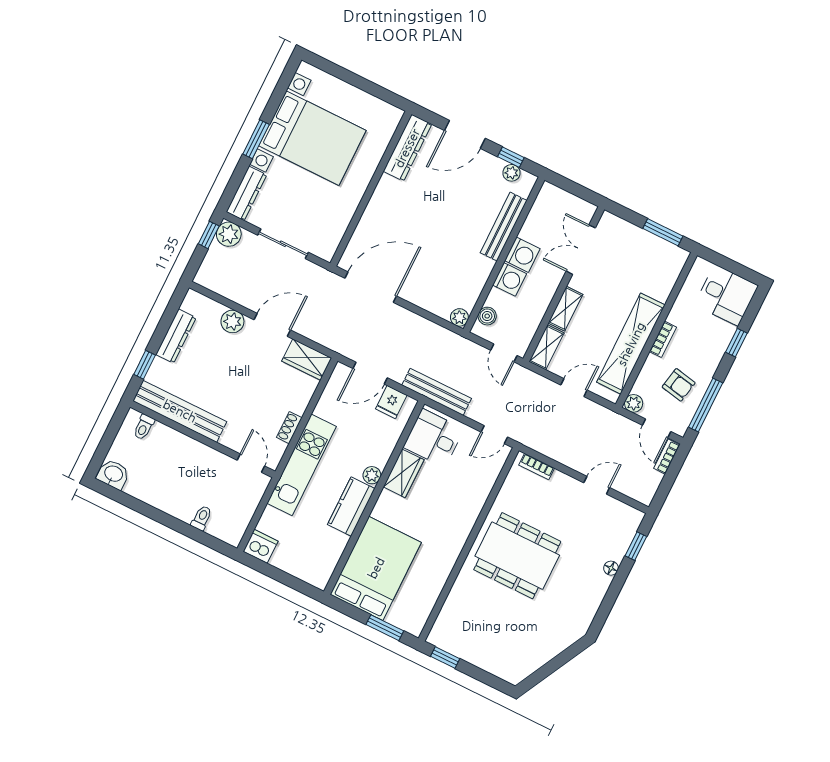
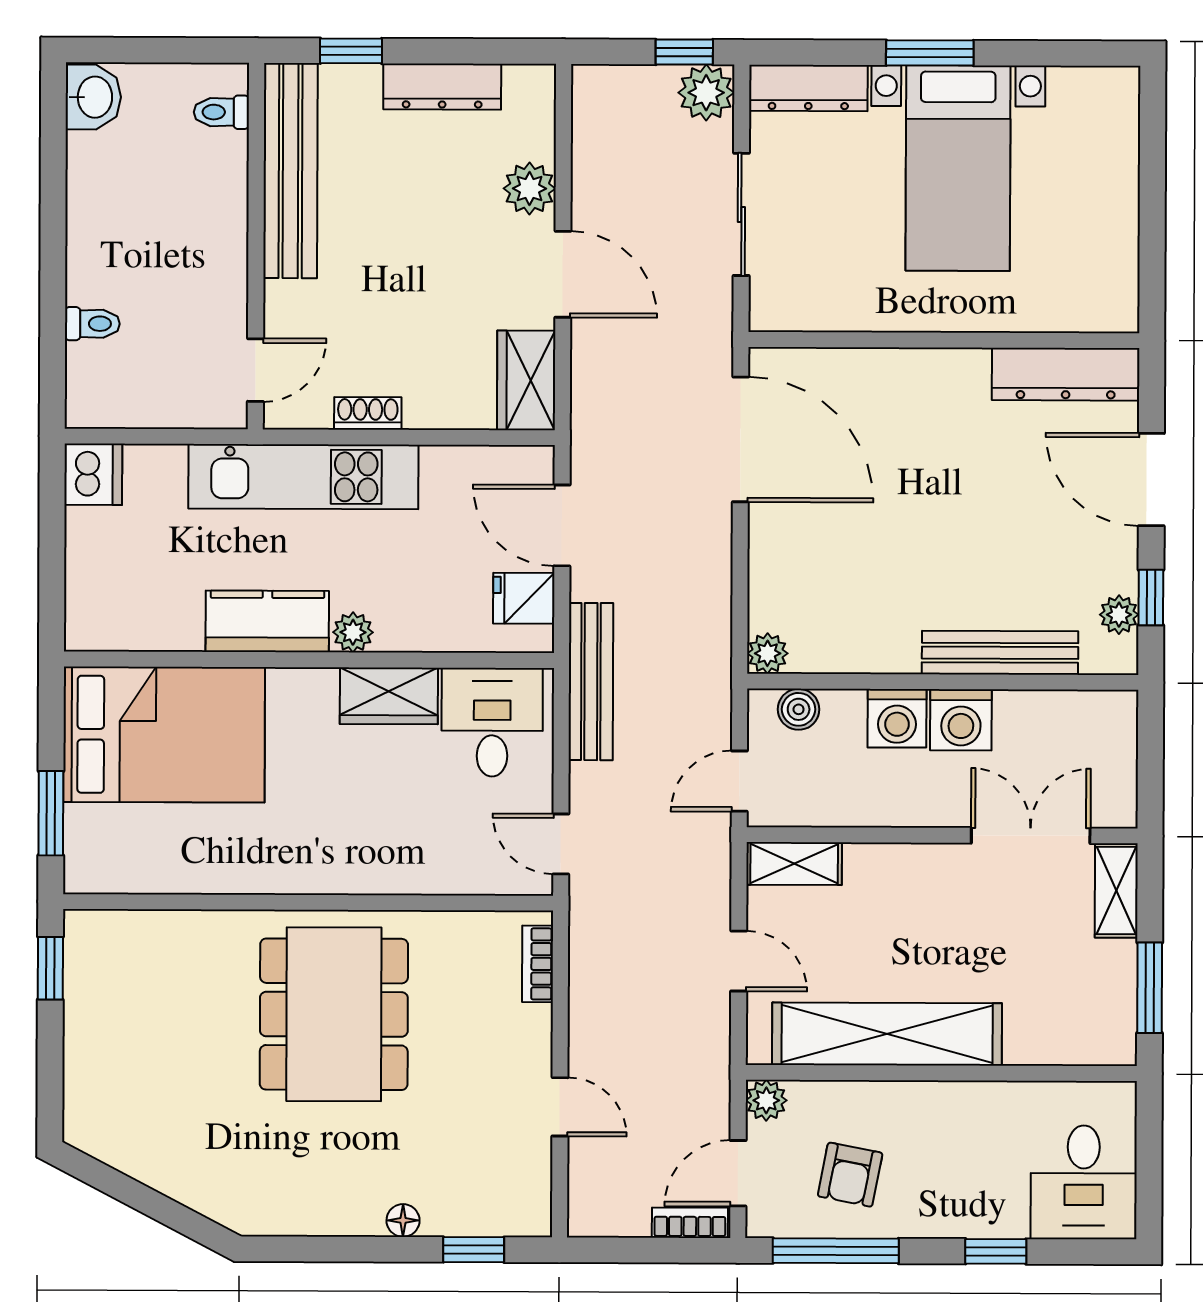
bed with nightstands: (312, 138) -> (958, 168), width x0.73
shelving: (565, 309) -> (1116, 890), moved, turned 90
bookcase: (663, 339) -> (928, 1096), removed

